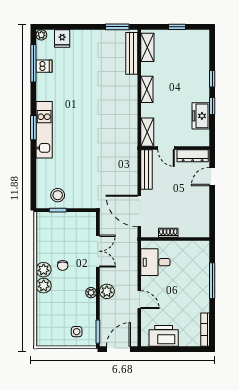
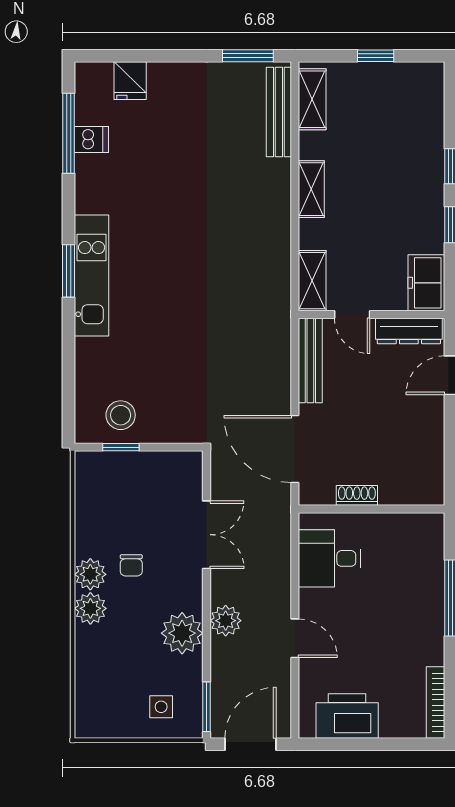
plant: (41, 35) -> (86, 73), removed
freezer: (201, 116) -> (426, 283), moved
plant: (91, 293) -> (182, 633), width x1.88, depth x1.88

